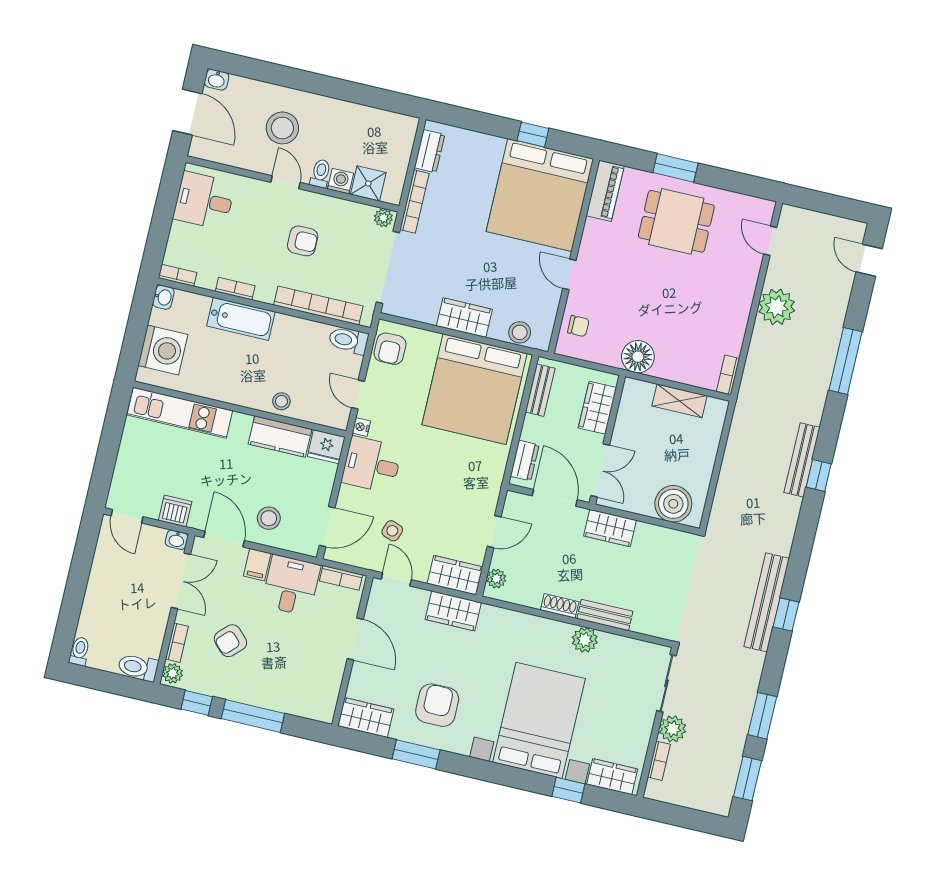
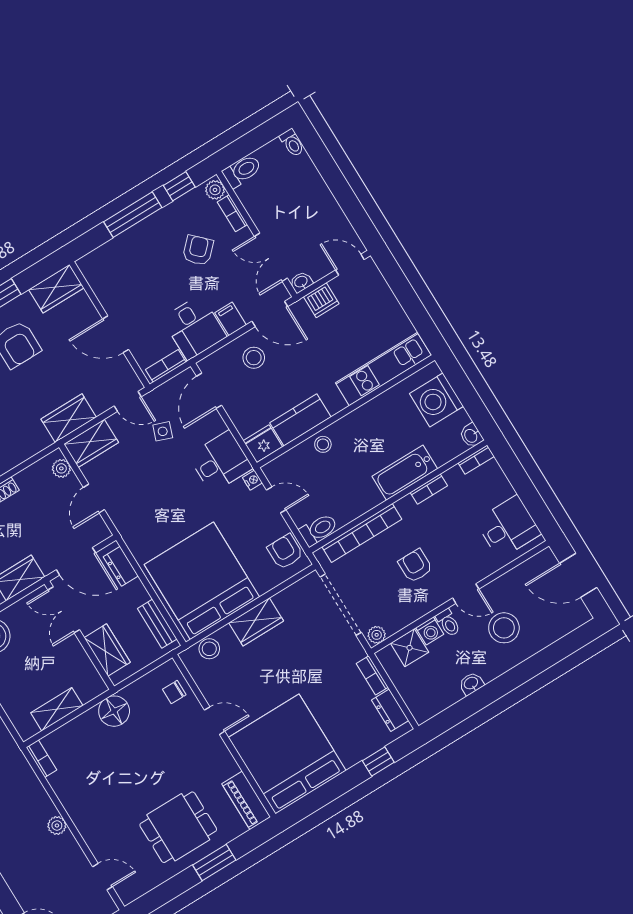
washbasin: (217, 80) -> (471, 683), moved
window: (533, 134) -> (378, 762), moved
bookcase: (414, 202) -> (372, 675), width x0.64
armchair: (303, 241) -> (415, 566), turned 90
plant: (777, 307) -> (57, 825), width x0.53, depth x0.53

